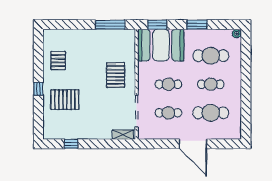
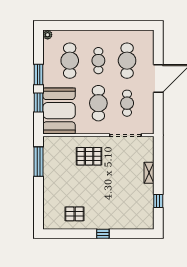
window: (157, 25) -> (38, 103), moved
cafe table: (168, 84) -> (98, 103), width x1.37, depth x1.35
pallet: (65, 100) -> (114, 207), removed
shelving: (123, 135) -> (149, 173), moved

